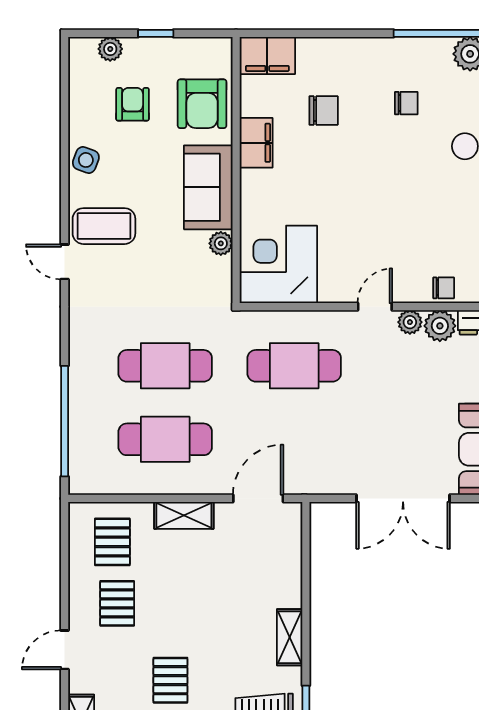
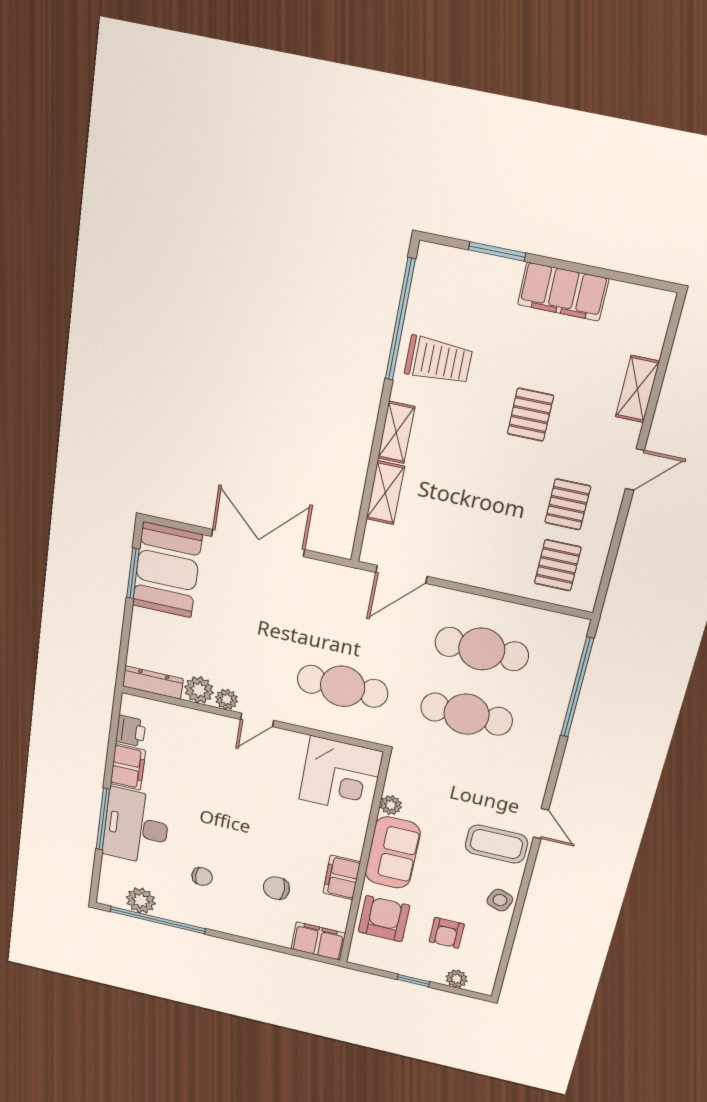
chair: (406, 103) -> (202, 876), turned 180
chair: (444, 288) -> (191, 721), removed
shelving: (184, 515) -> (385, 493), moved, turned 90

